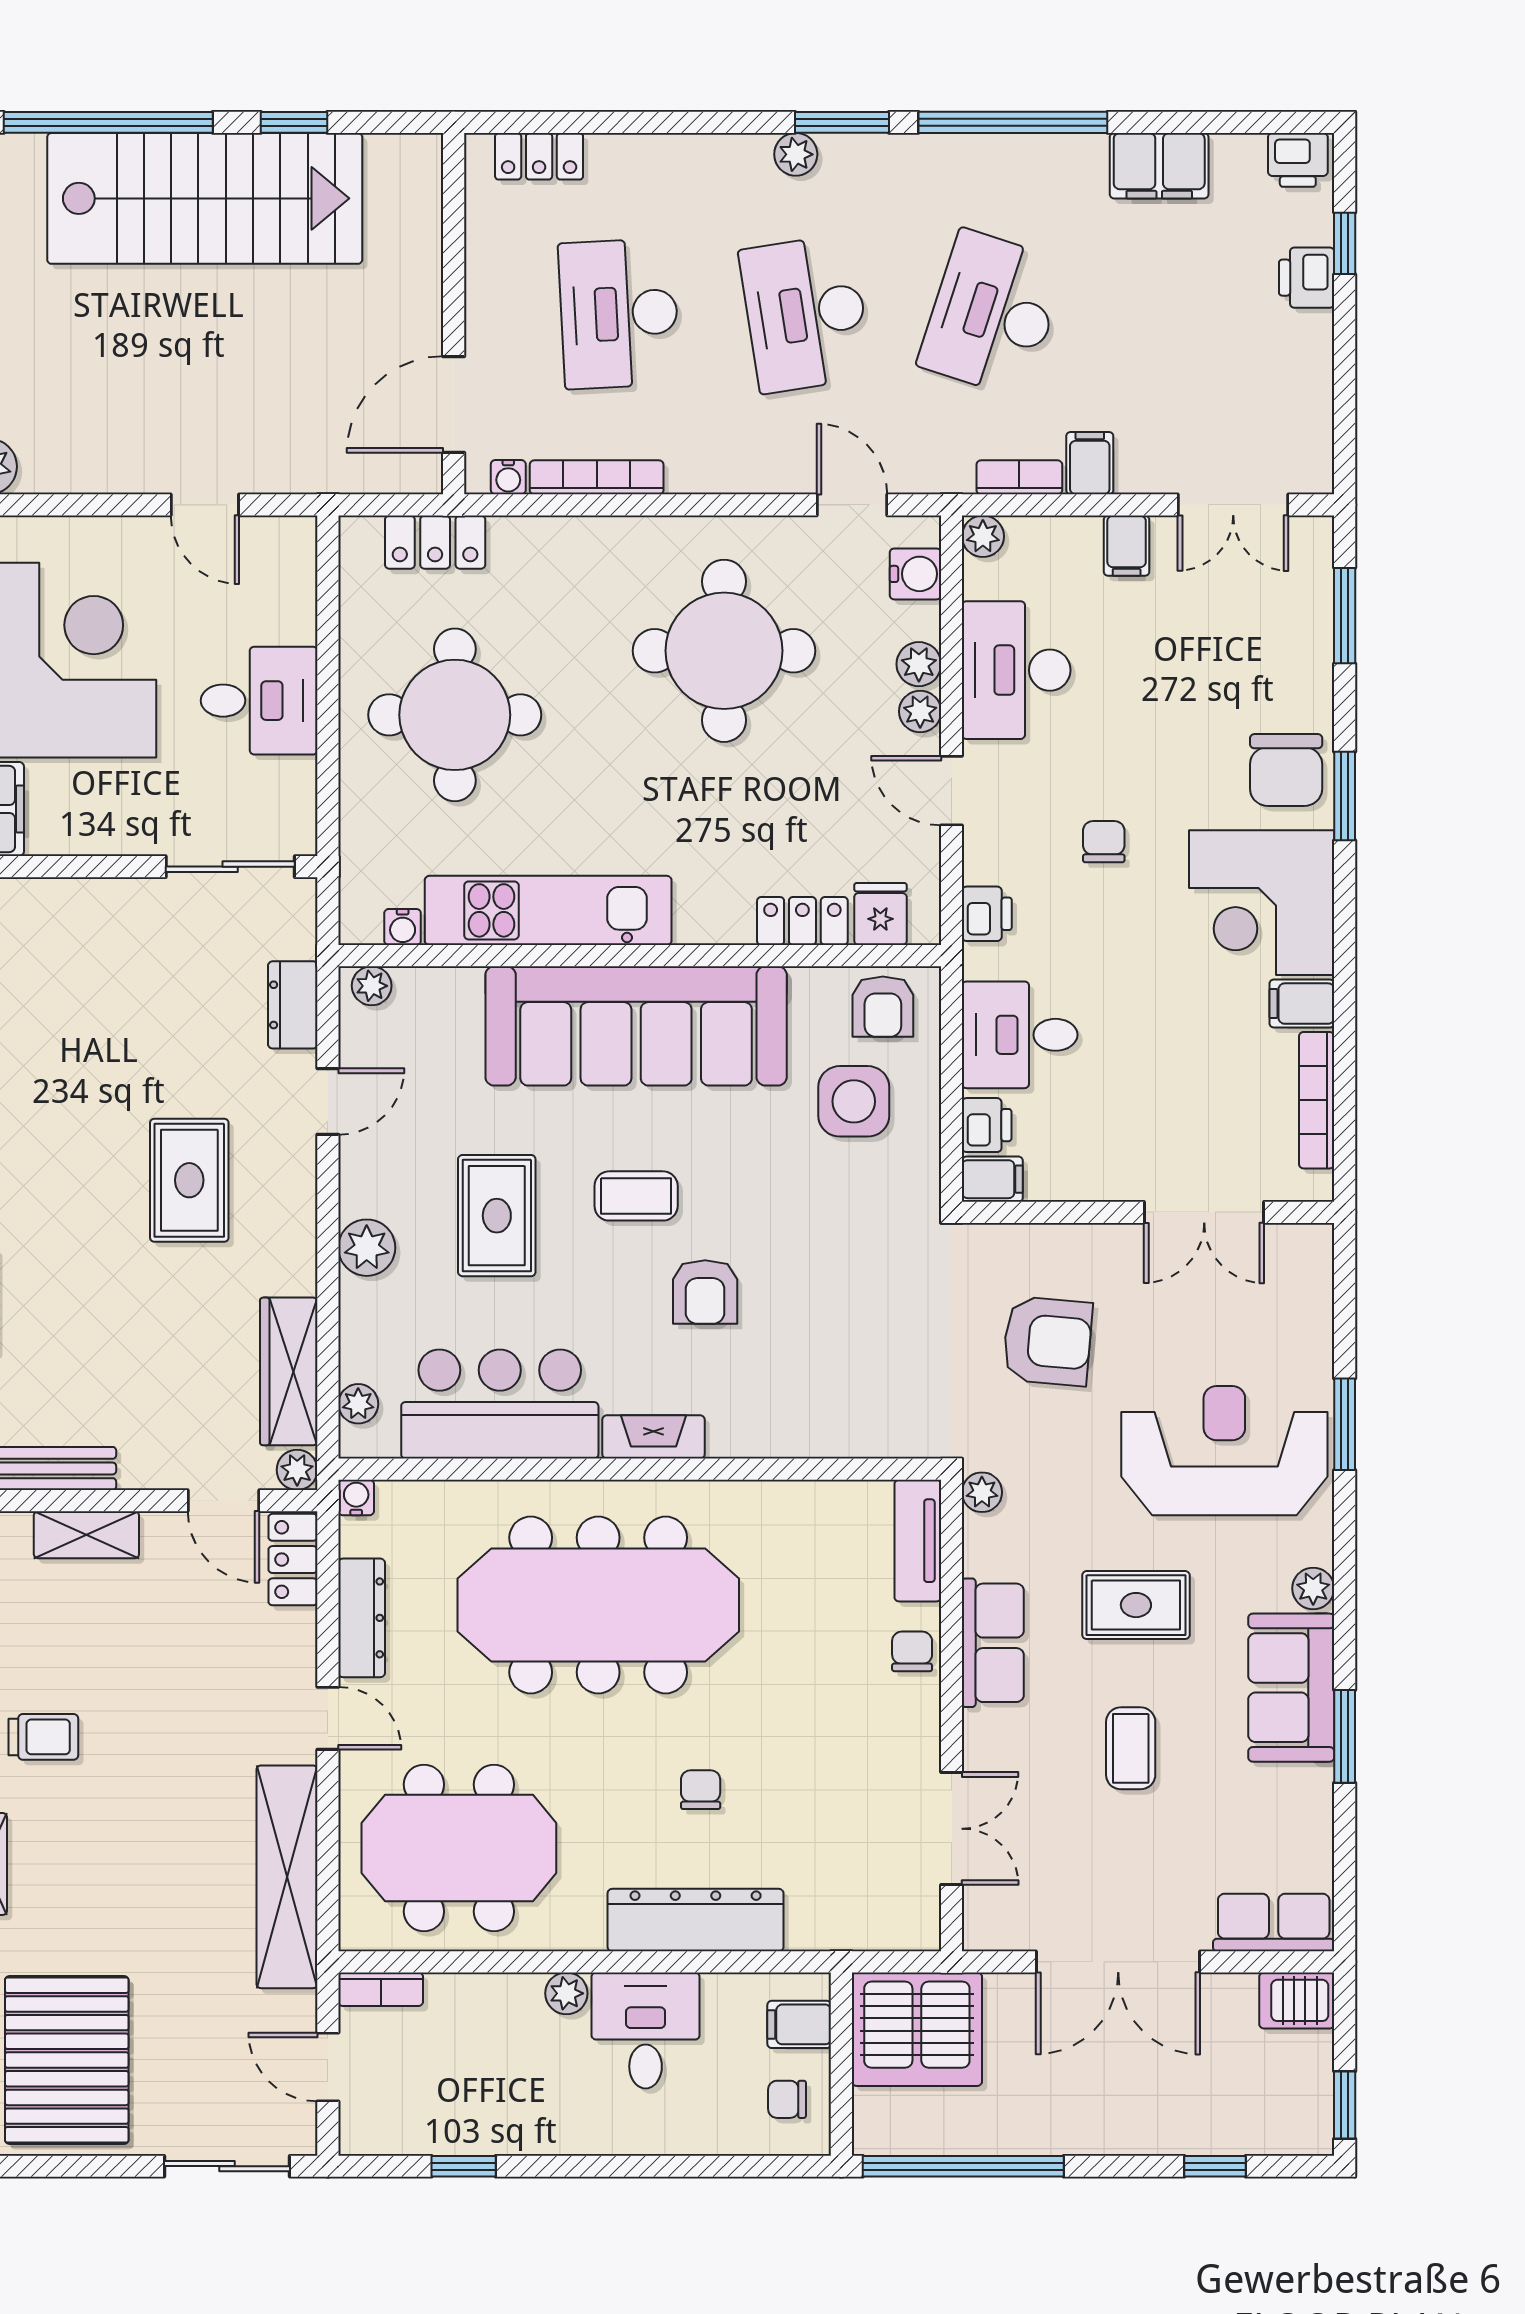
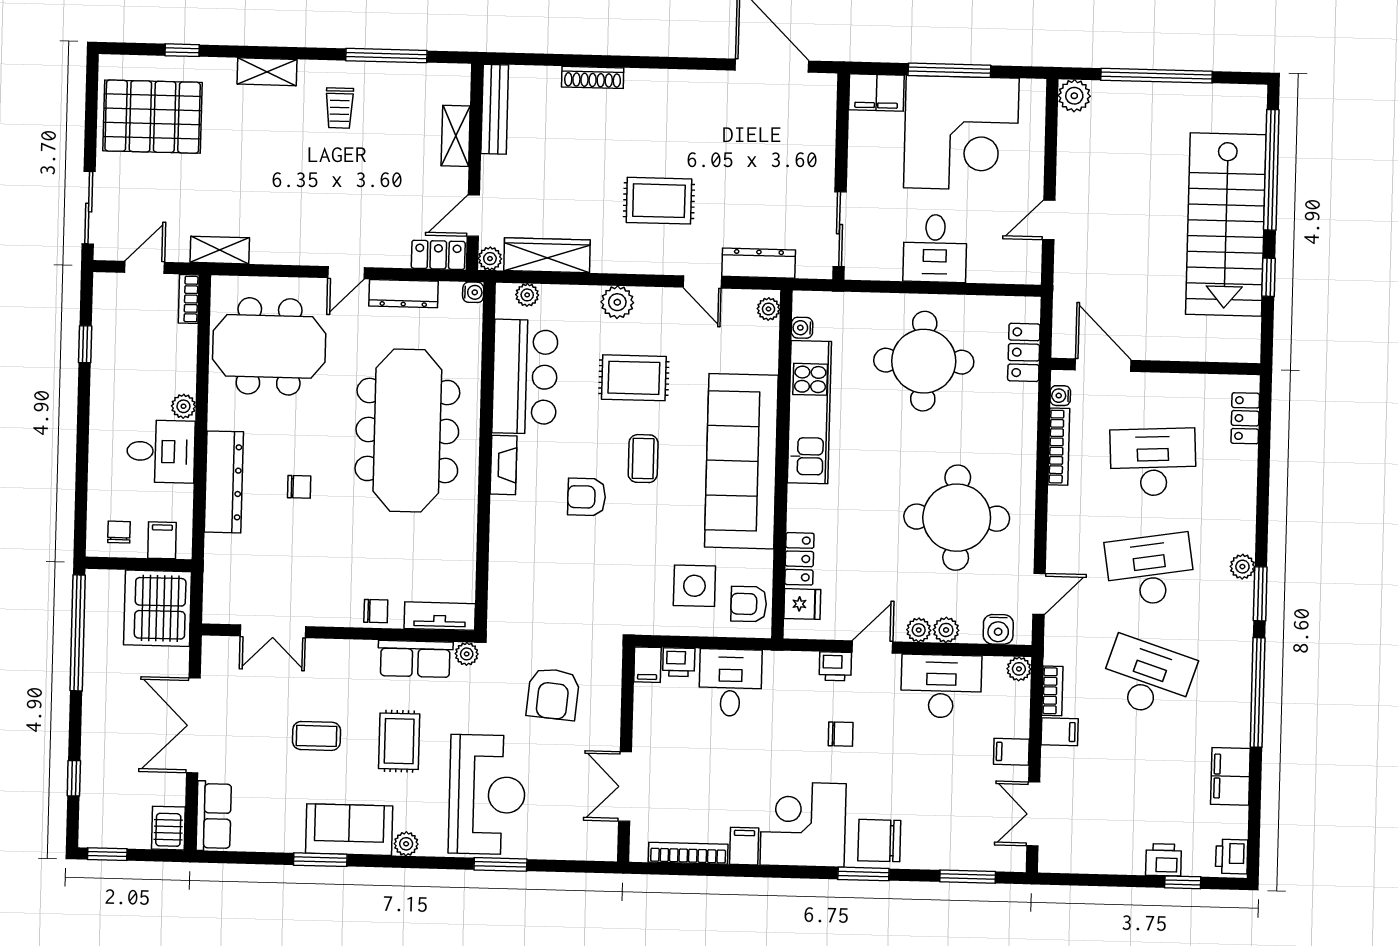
printer: (987, 914) -> (835, 666), moved
dresser: (293, 1005) -> (759, 263), width x1.44
row of seats: (993, 1643) -> (415, 659), moved
meeting table: (459, 1848) -> (269, 346), turned 90
shelving: (287, 1877) -> (220, 250), width x0.45, depth x0.75

